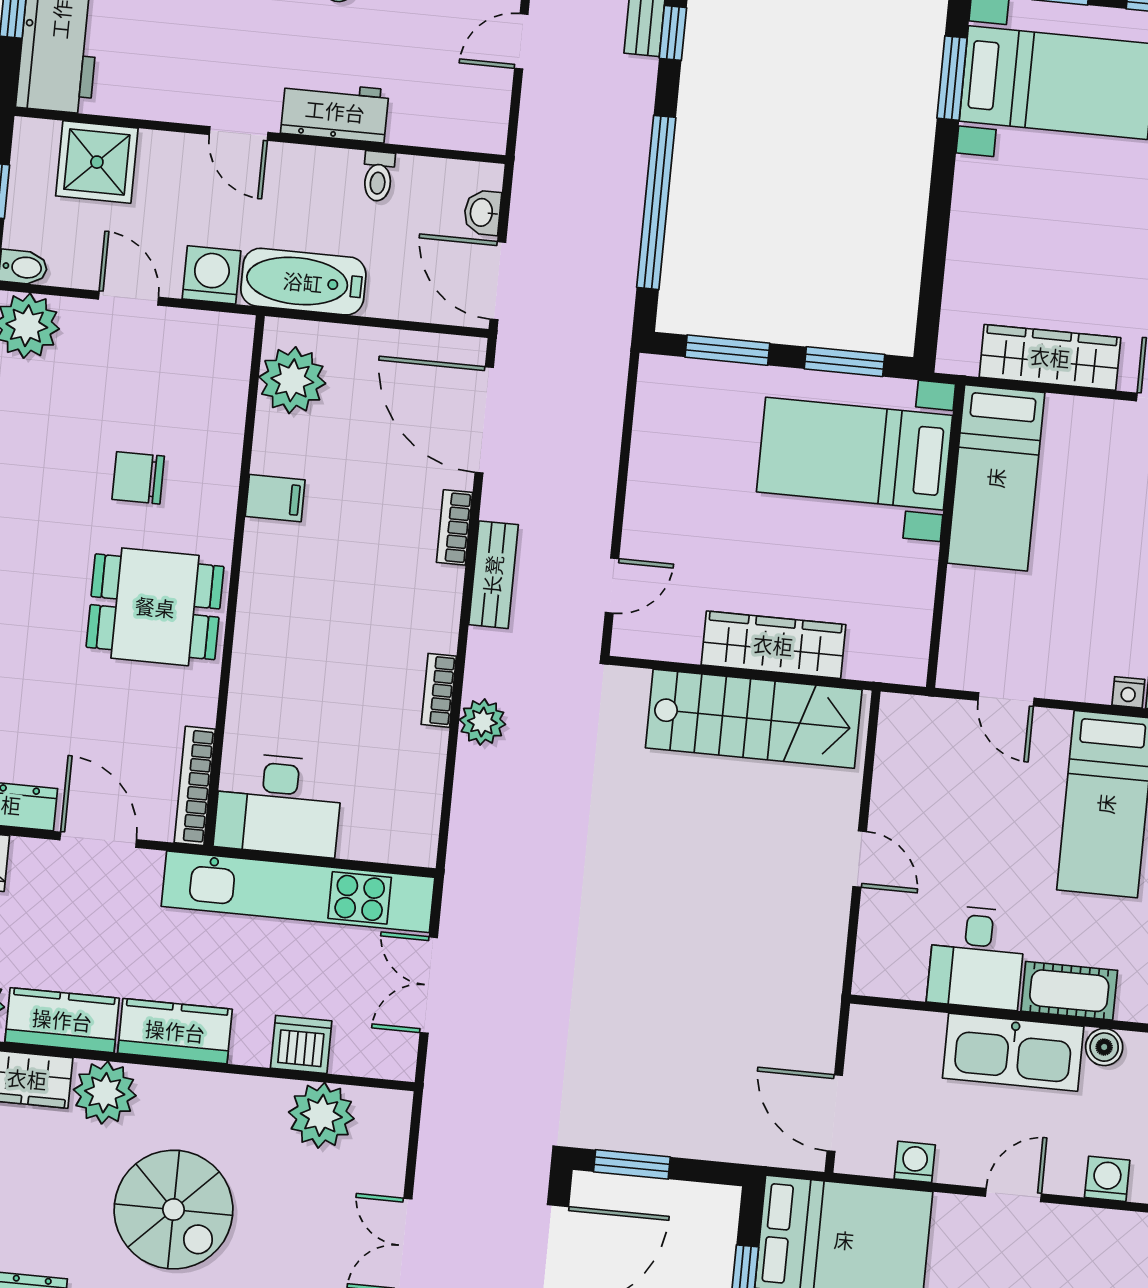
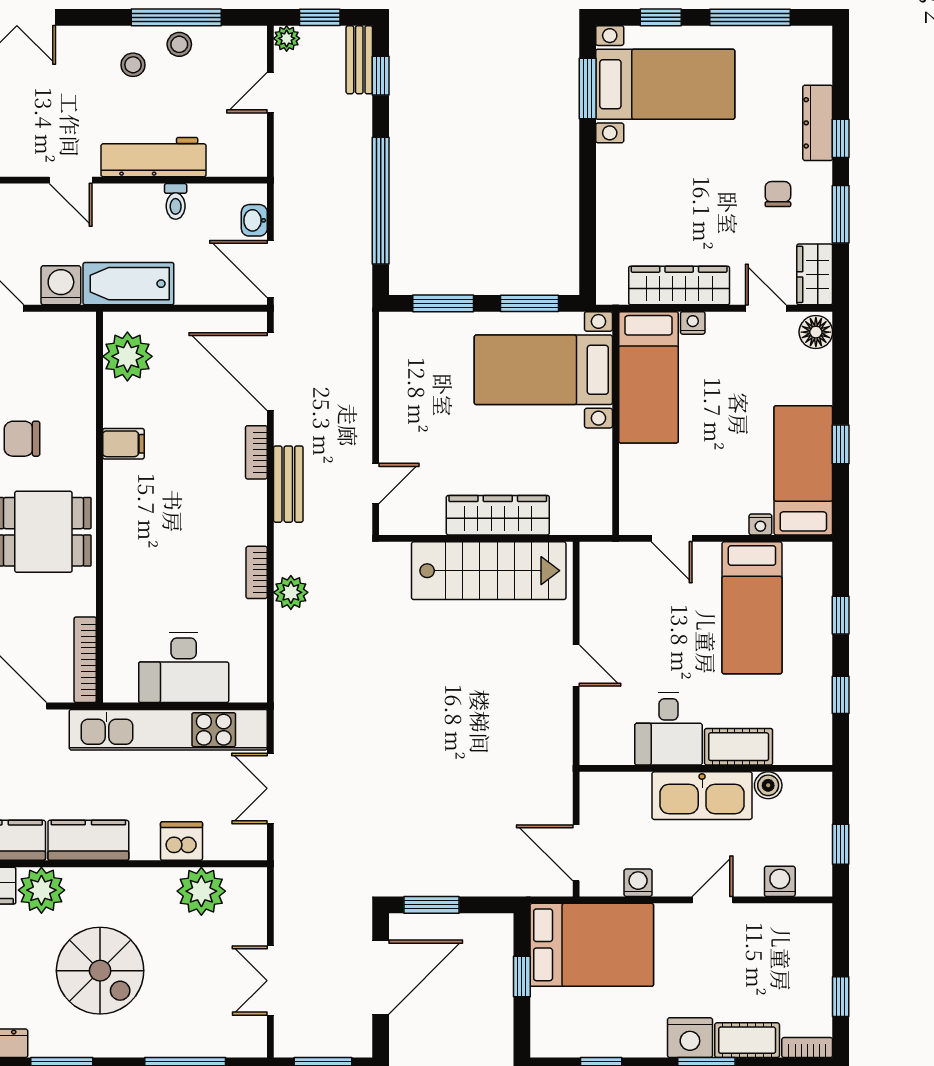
workbench: (335, 111) -> (154, 157), width x1.38
nightstand: (1063, 410) -> (693, 323), added
desk: (278, 805) -> (184, 667), moved

